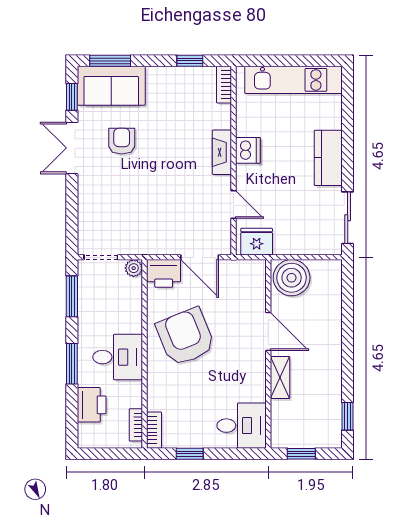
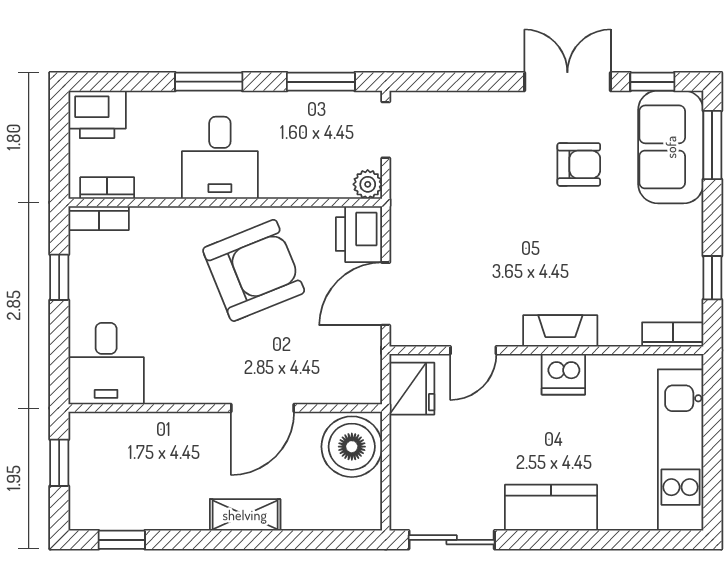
shelving: (280, 377) -> (245, 515), moved
printer: (92, 405) -> (97, 114), moved

